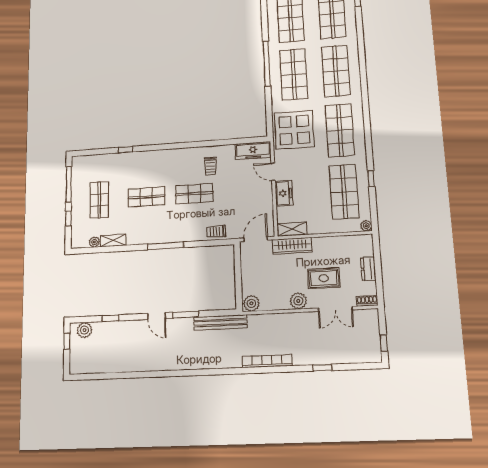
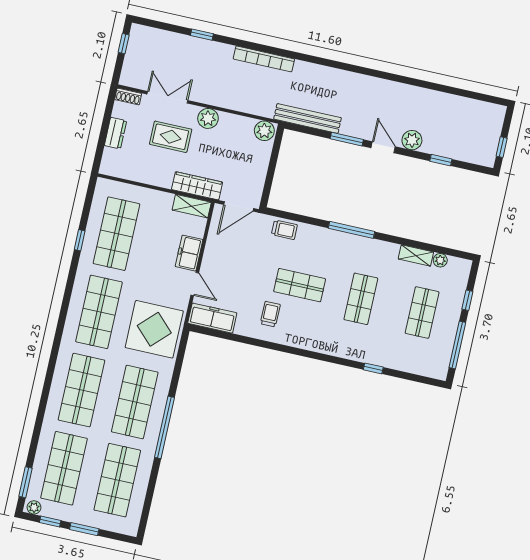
shop shelf: (146, 197) -> (361, 299), turned 90
plant: (366, 226) -> (103, 185), removed
plant: (84, 330) -> (412, 140), moved

